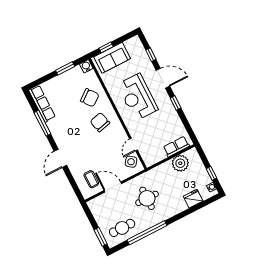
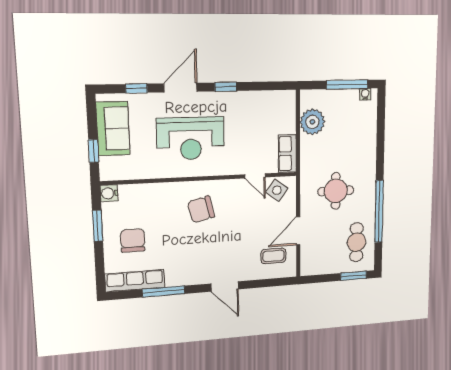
sofa: (112, 58) -> (113, 129), moved
chair: (90, 98) -> (133, 240), moved, turned -52
row of seats: (176, 147) -> (287, 154), moved
window: (212, 173) -> (347, 84), width x2.17
fridge: (193, 199) -> (367, 127), removed

